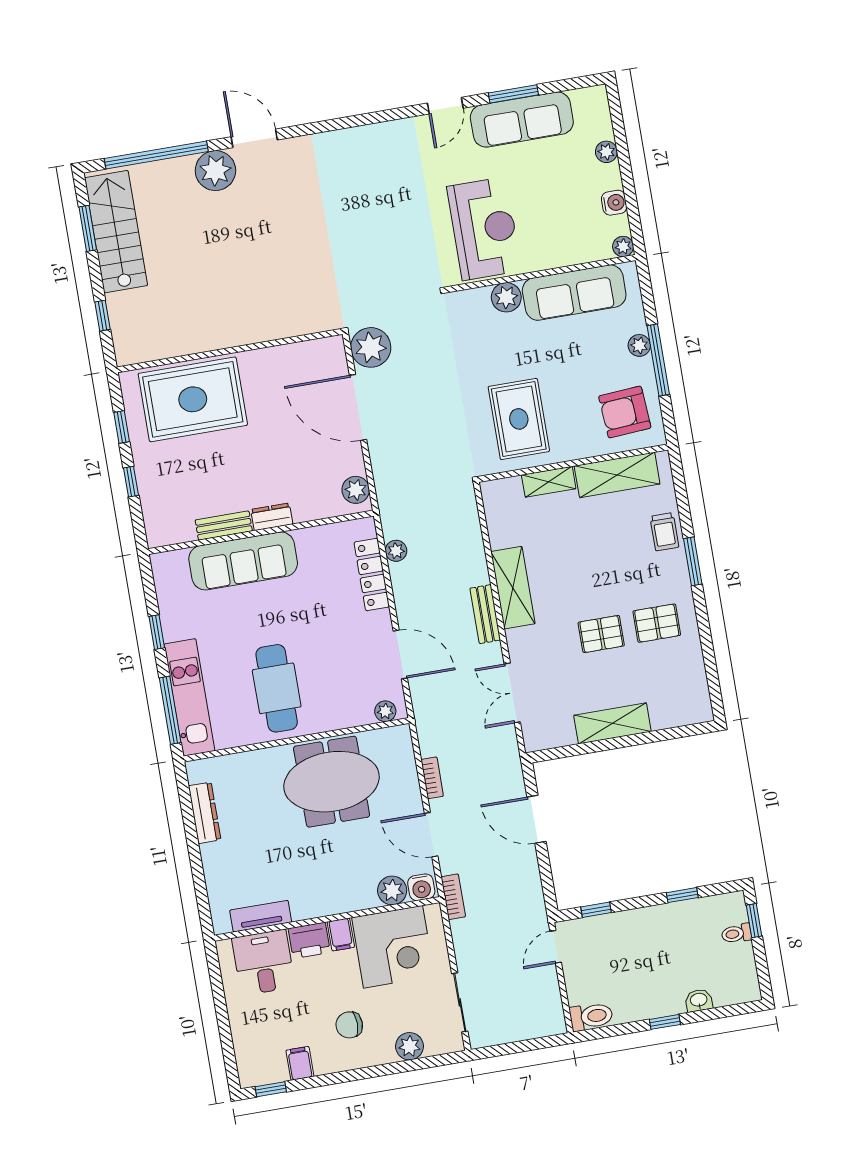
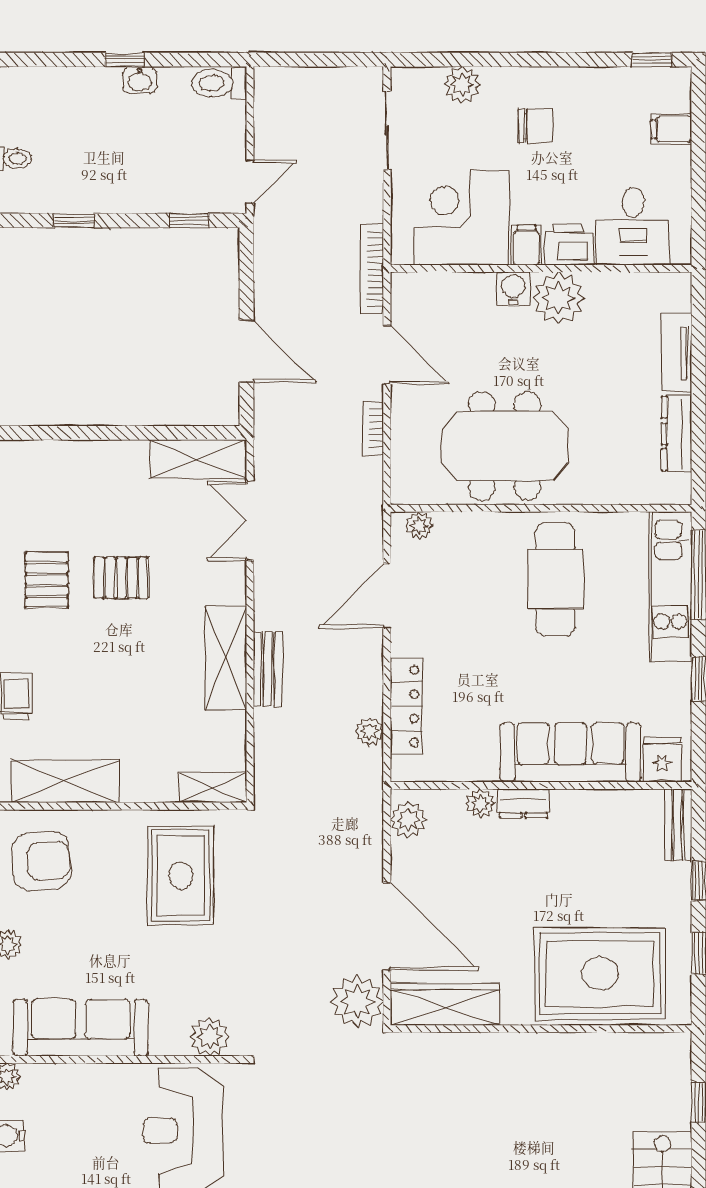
plant: (506, 297) -> (210, 1037), moved
wardrobe: (305, 357) -> (445, 1004), added
shelving: (549, 482) -> (213, 787), moved
plant: (304, 511) -> (480, 804), added
bench: (224, 526) -> (678, 825), moved, turned 90
fridge: (174, 567) -> (662, 759), added
bench: (485, 614) -> (268, 669), moved
pallet: (657, 623) -> (47, 580), turned 90
door: (400, 654) -> (387, 596), hinge flipped
double door: (512, 693) -> (250, 521), swing flipped
shelving: (612, 723) -> (198, 459), moved
water cooler: (421, 887) -> (513, 289), moved
plant: (392, 890) -> (559, 298), moved, width x1.36, depth x1.36
bookcase: (453, 897) -> (372, 269), width x1.56
tv unit: (261, 916) -> (677, 353), moved, turned 90
washbasin: (699, 1000) -> (140, 80), moved
filing cabinet: (300, 1063) -> (671, 129), moved, turned 90

